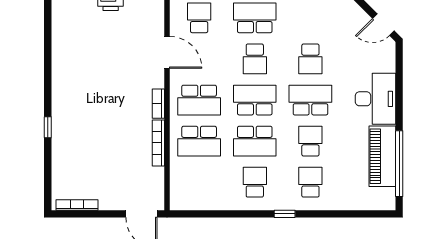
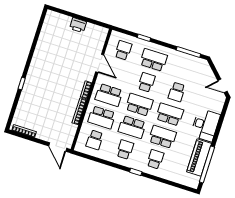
school desk: (255, 59) -> (146, 82), turned 180
school desk: (310, 141) -> (162, 137), width x1.85
school desk: (199, 182) -> (95, 140), added

